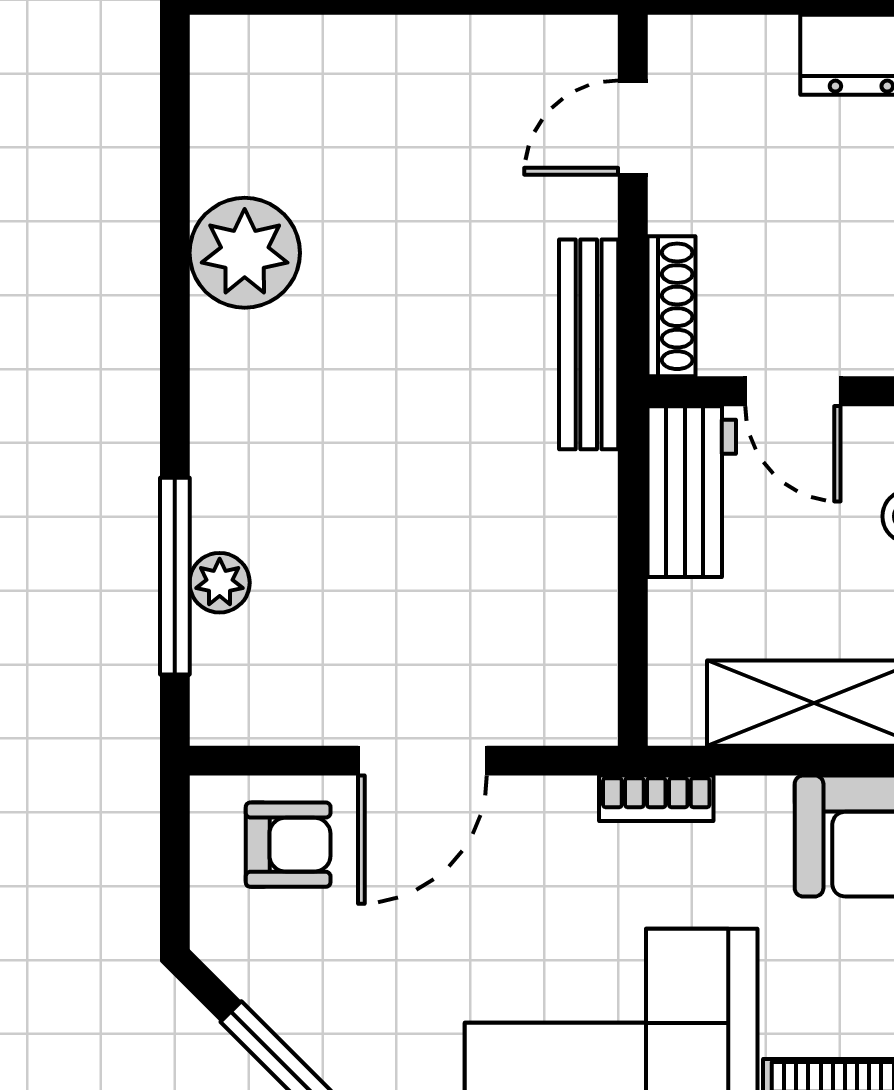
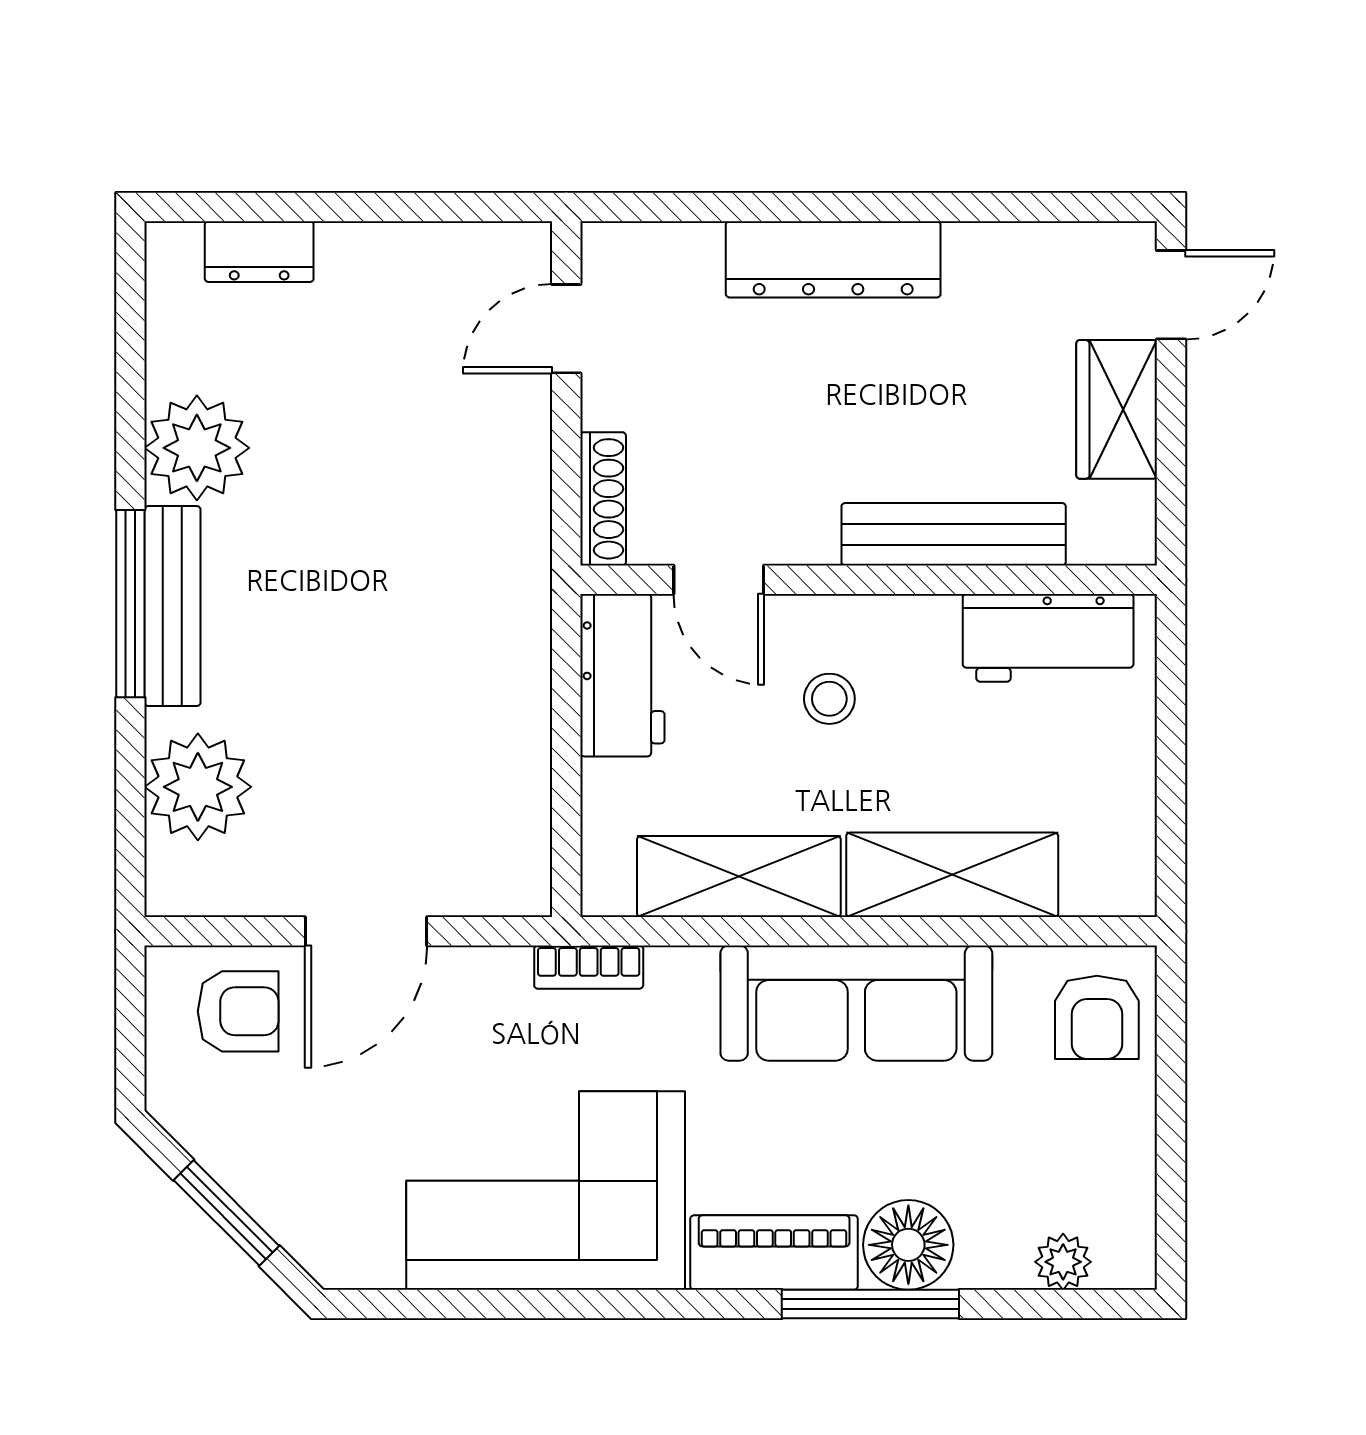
dresser: (310, 47) -> (259, 252), added
bench: (589, 344) -> (172, 606), moved
window: (175, 576) -> (130, 604), moved
plant: (220, 583) -> (198, 787), width x1.87, depth x1.87

